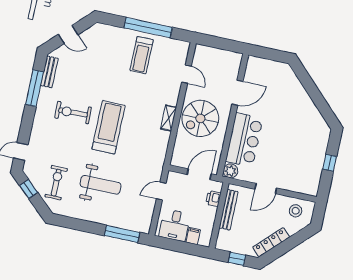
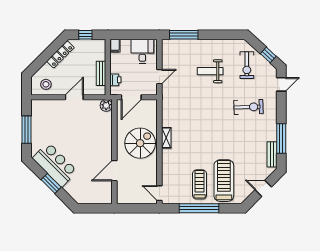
door: (186, 74) -> (159, 193), moved
window: (315, 94) -> (51, 183), added
exercise bike: (73, 113) -> (248, 107), moved
treadmill: (109, 127) -> (224, 181), moved, turned 180
bar counter: (244, 140) -> (55, 165), moved, turned 135
window: (330, 163) -> (27, 130), width x2.17
weight bench: (101, 185) -> (210, 71), width x0.73, depth x0.75
bench: (229, 210) -> (101, 73), width x0.73
filing cabinet: (193, 236) -> (115, 46), moved

